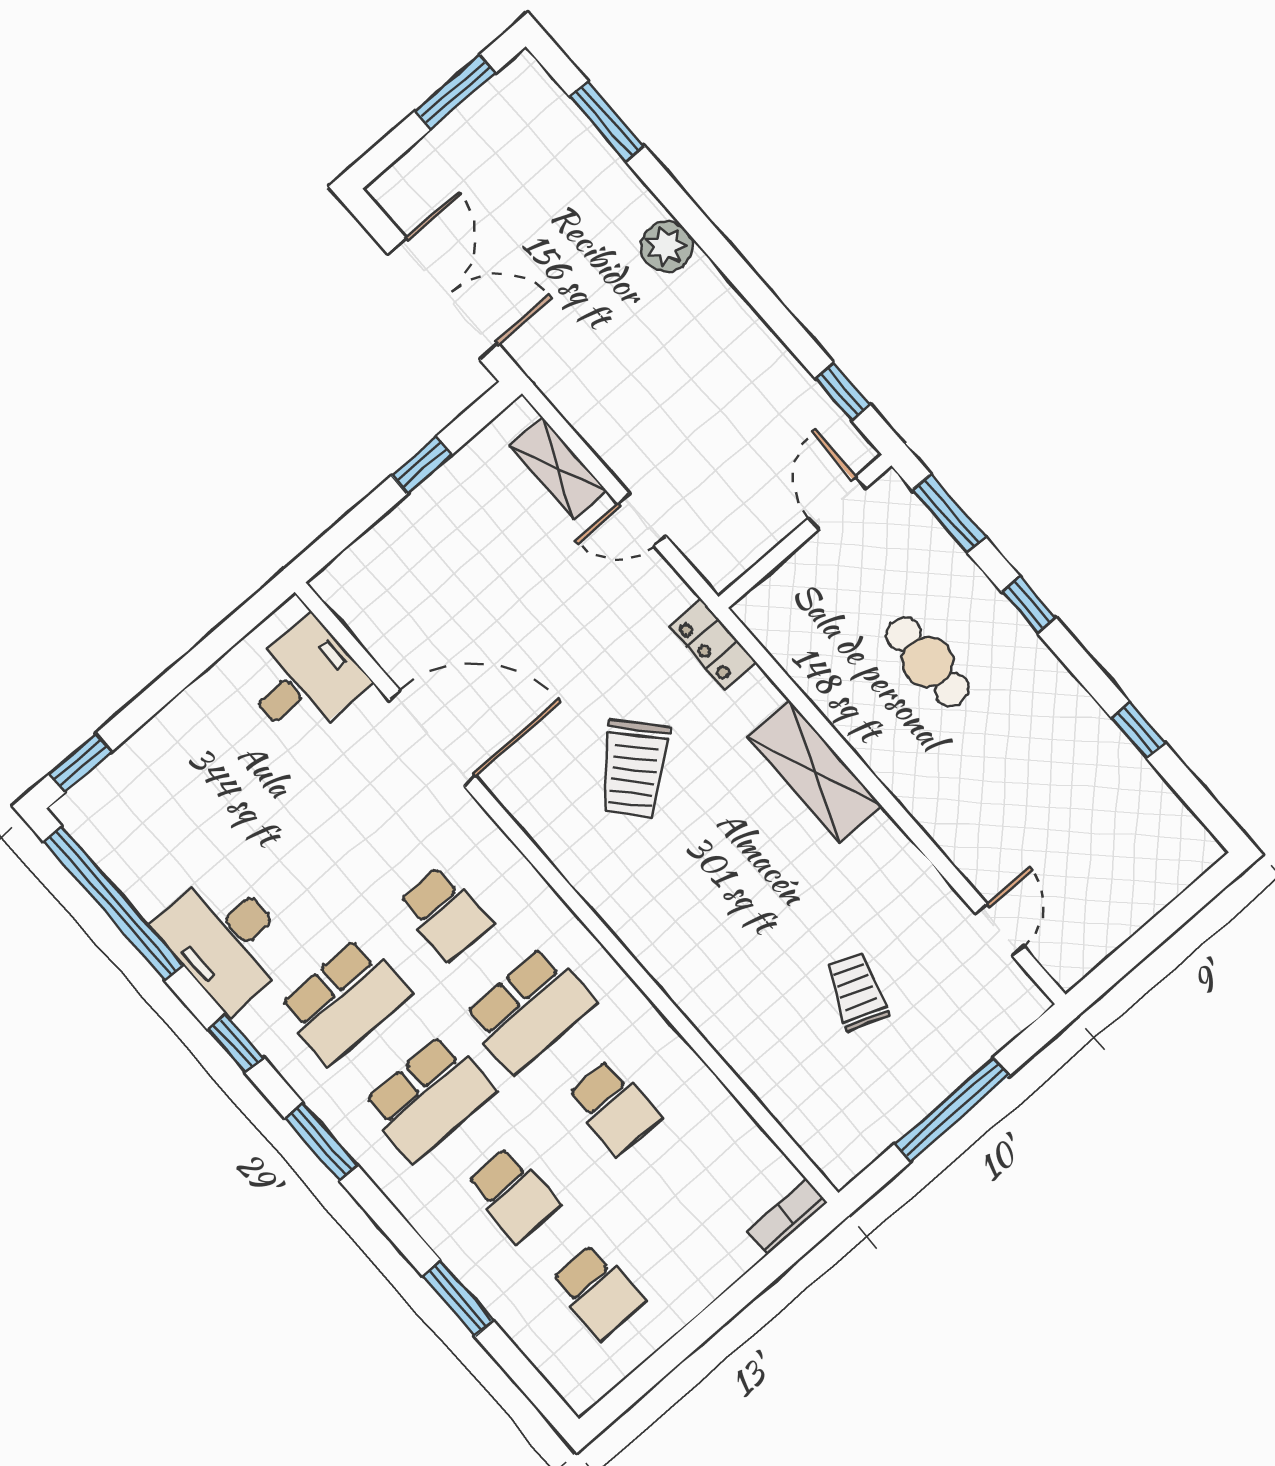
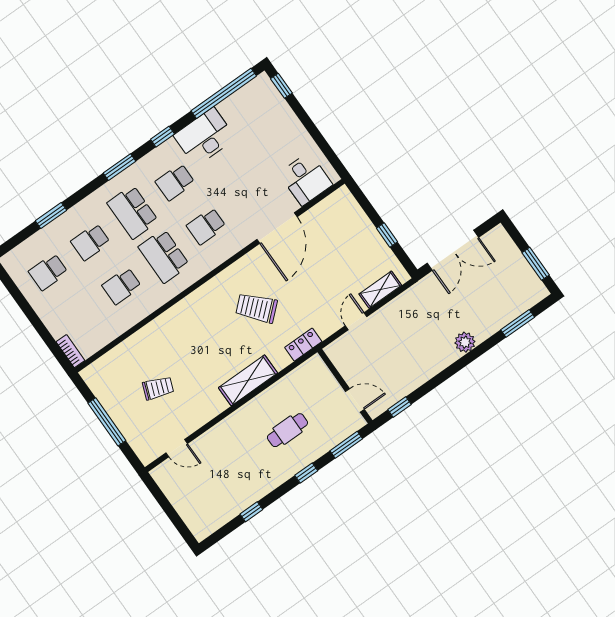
school desk: (344, 1001) -> (175, 182), width x0.54

